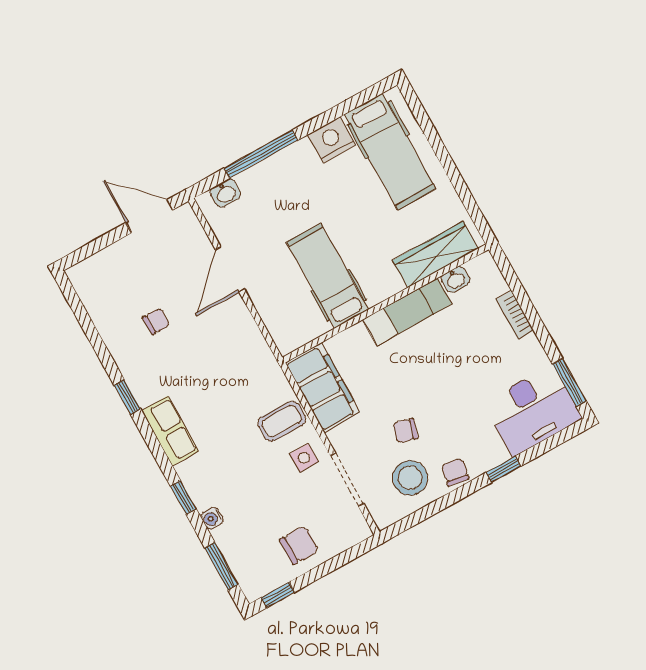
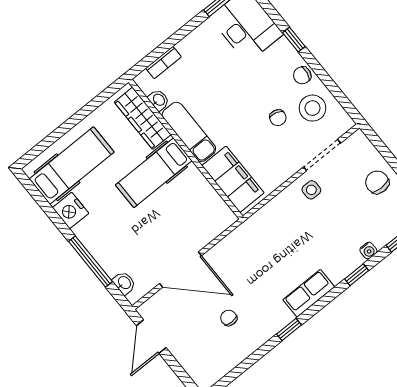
door: (230, 269) -> (180, 270), width x1.36
hospital bed: (328, 276) -> (154, 173), moved
bookcase: (515, 315) -> (163, 63), moved
filing cabinet: (323, 387) -> (233, 179), moved, turned 90
coffee table: (282, 421) -> (287, 211), removed

